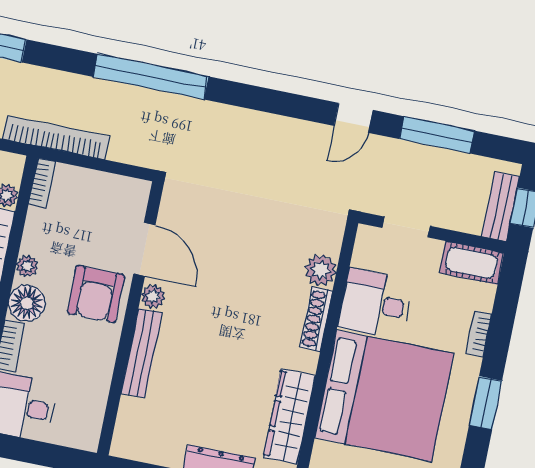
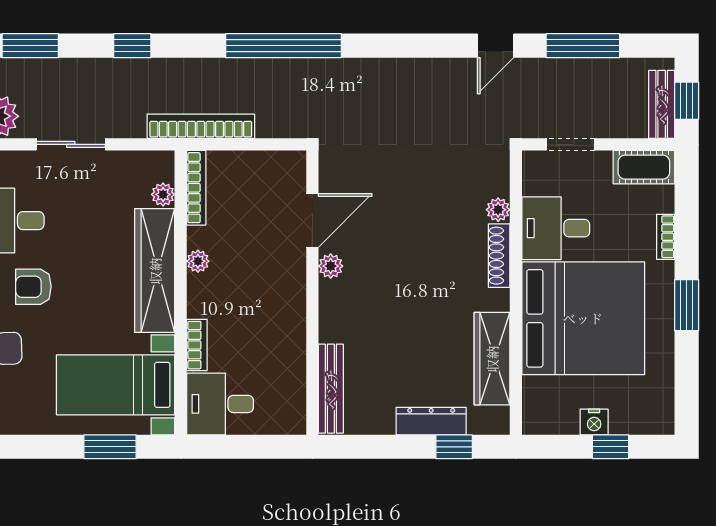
bookcase: (42, 183) -> (196, 188), width x1.56
door: (144, 249) -> (312, 220), hinge flipped
plant: (321, 270) -> (498, 210), width x0.73, depth x0.73
armchair: (96, 294) -> (273, 275), removed
floor lamp: (27, 303) -> (205, 299), removed
bench: (142, 353) -> (331, 389), moved

